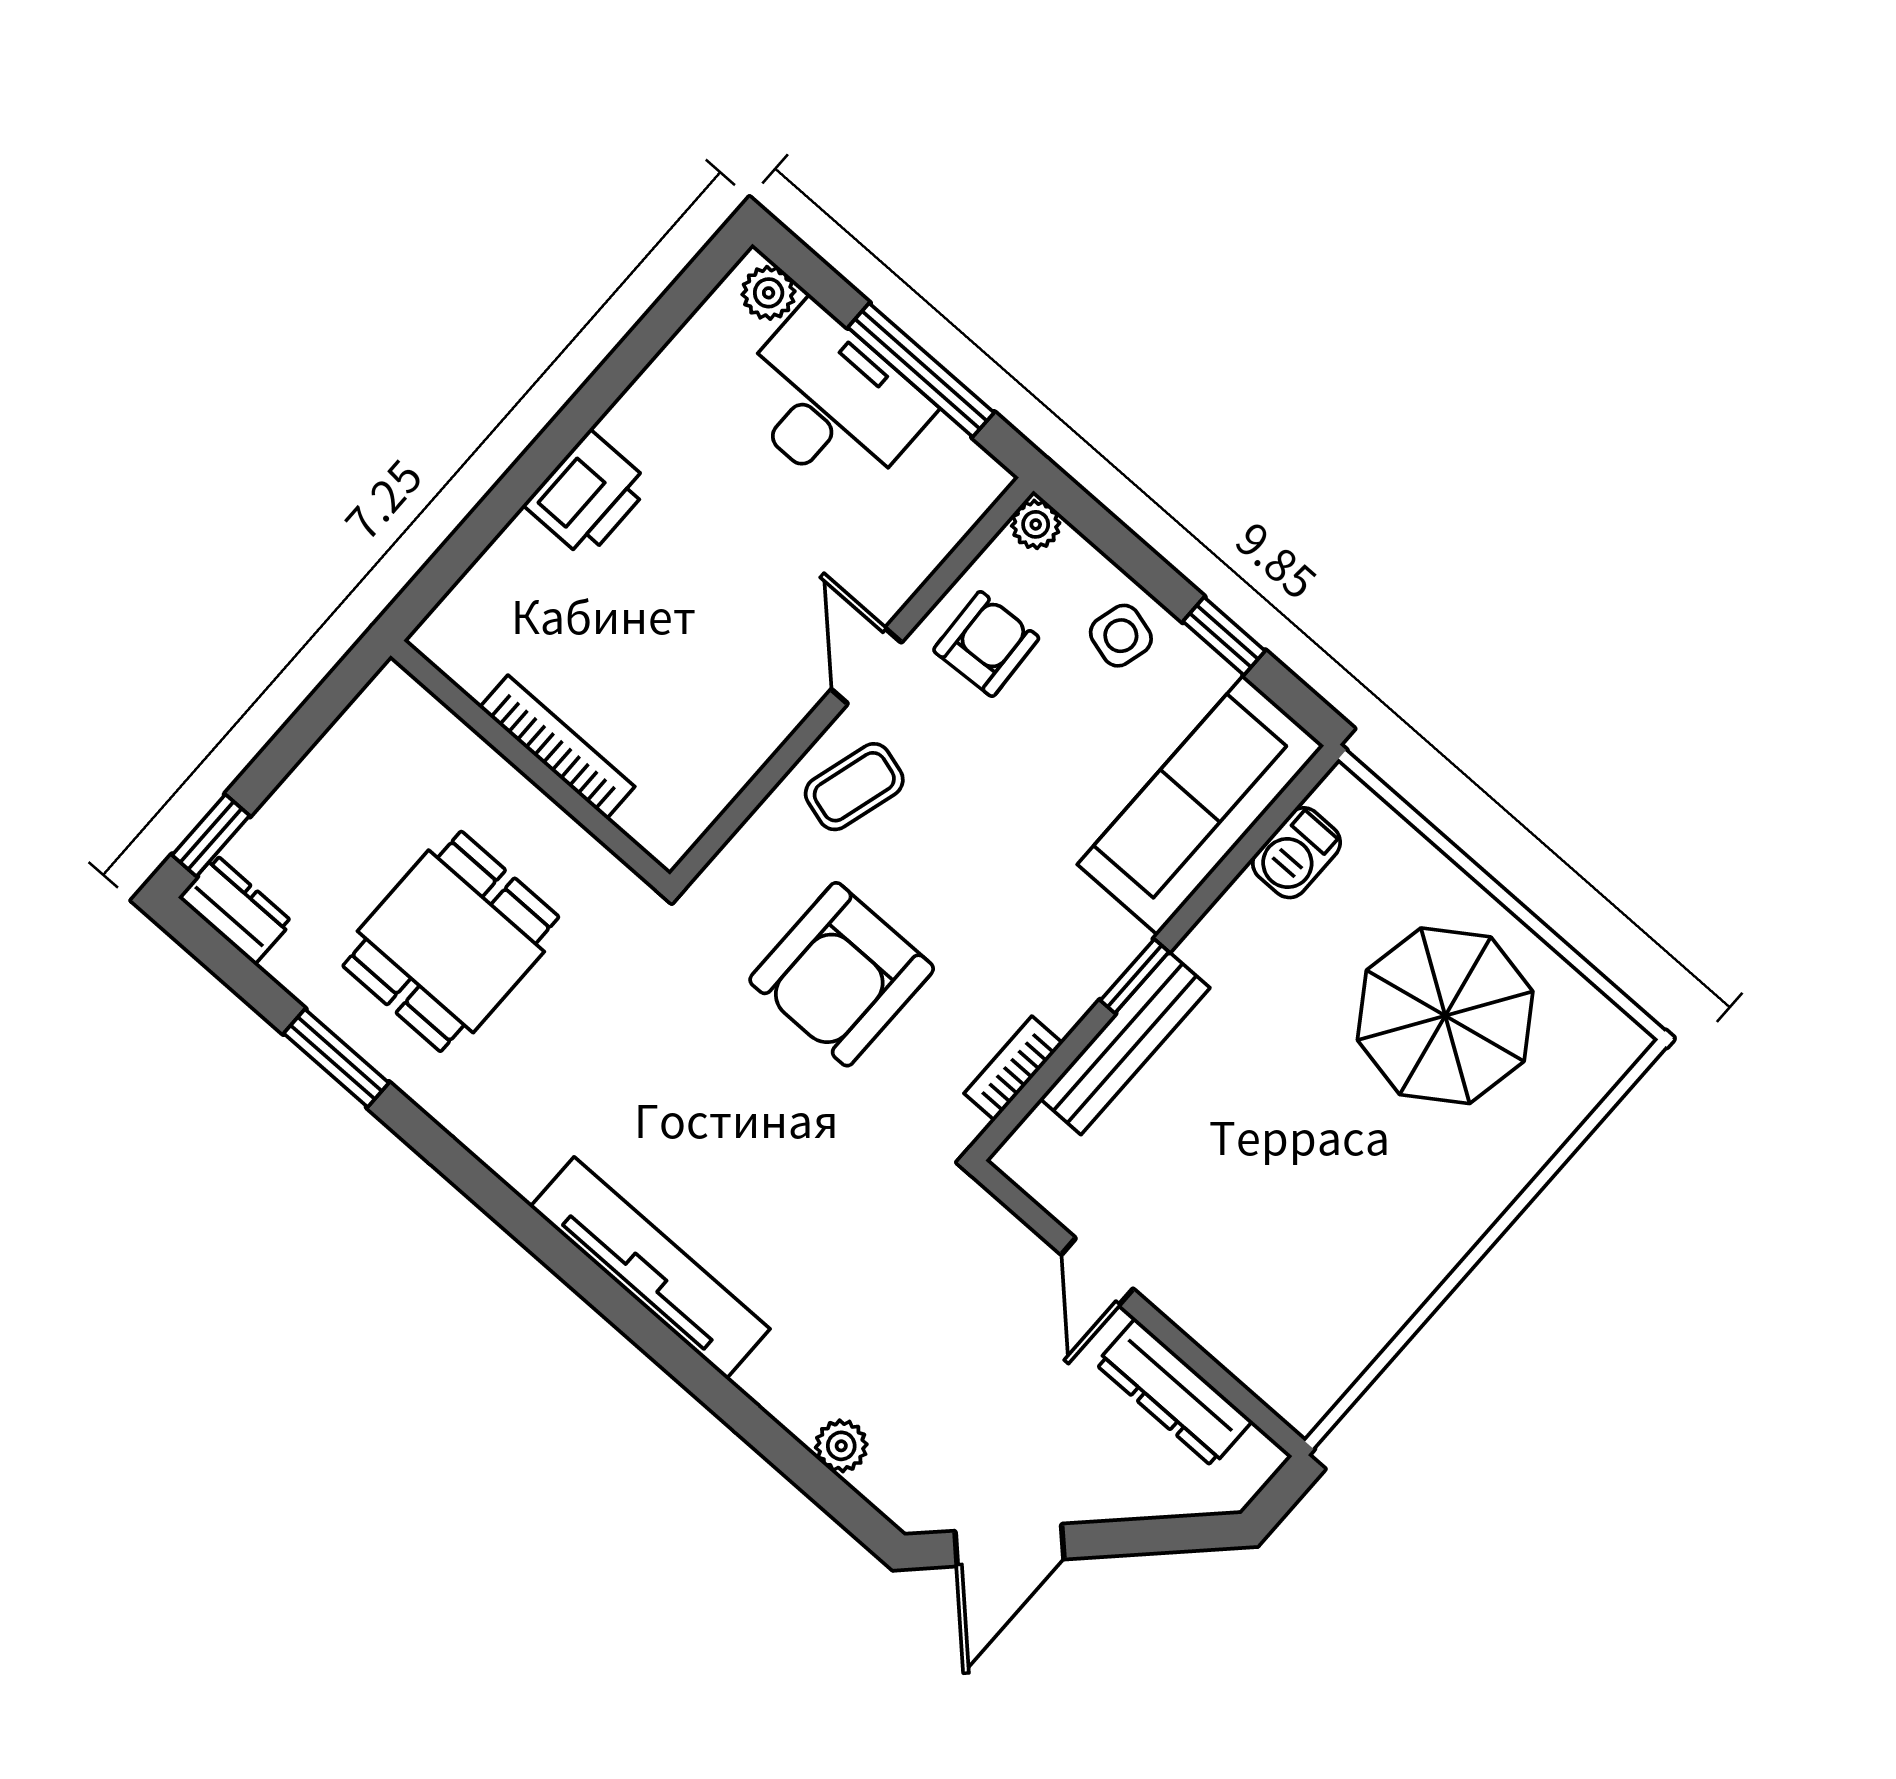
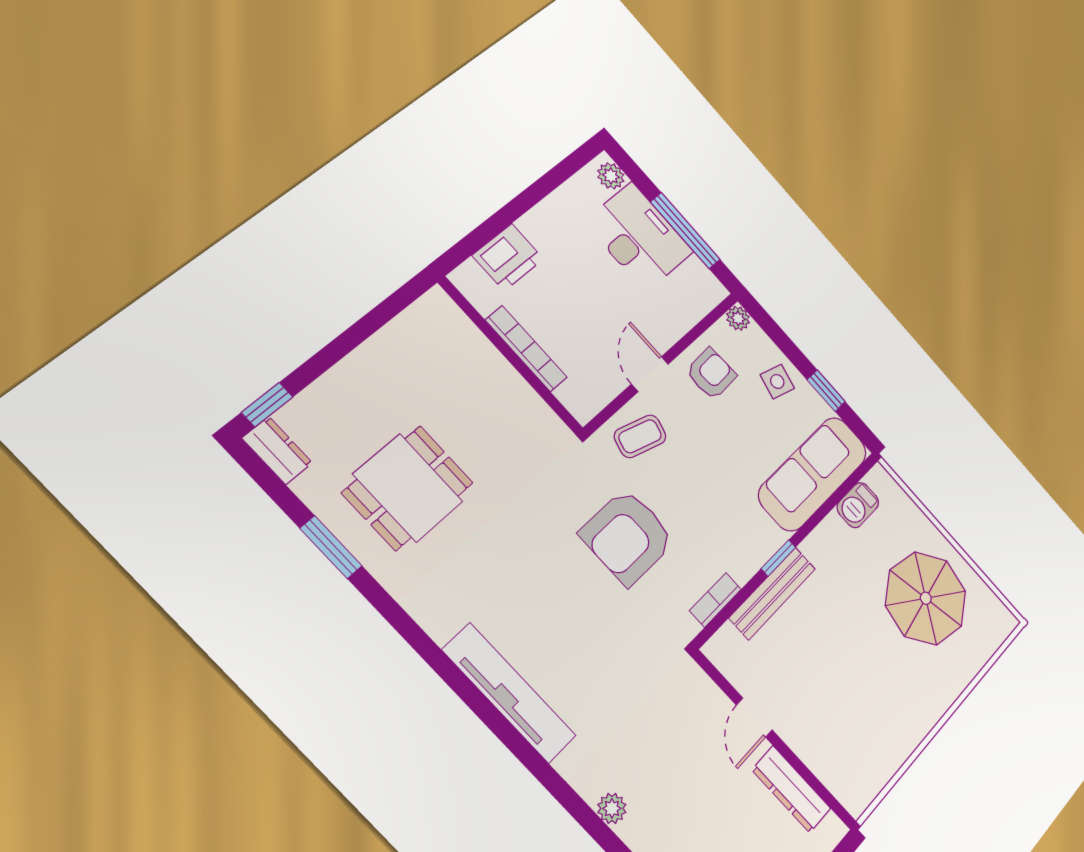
bookcase: (557, 747) -> (526, 349), moved
wall: (530, 765) -> (511, 356), moved

